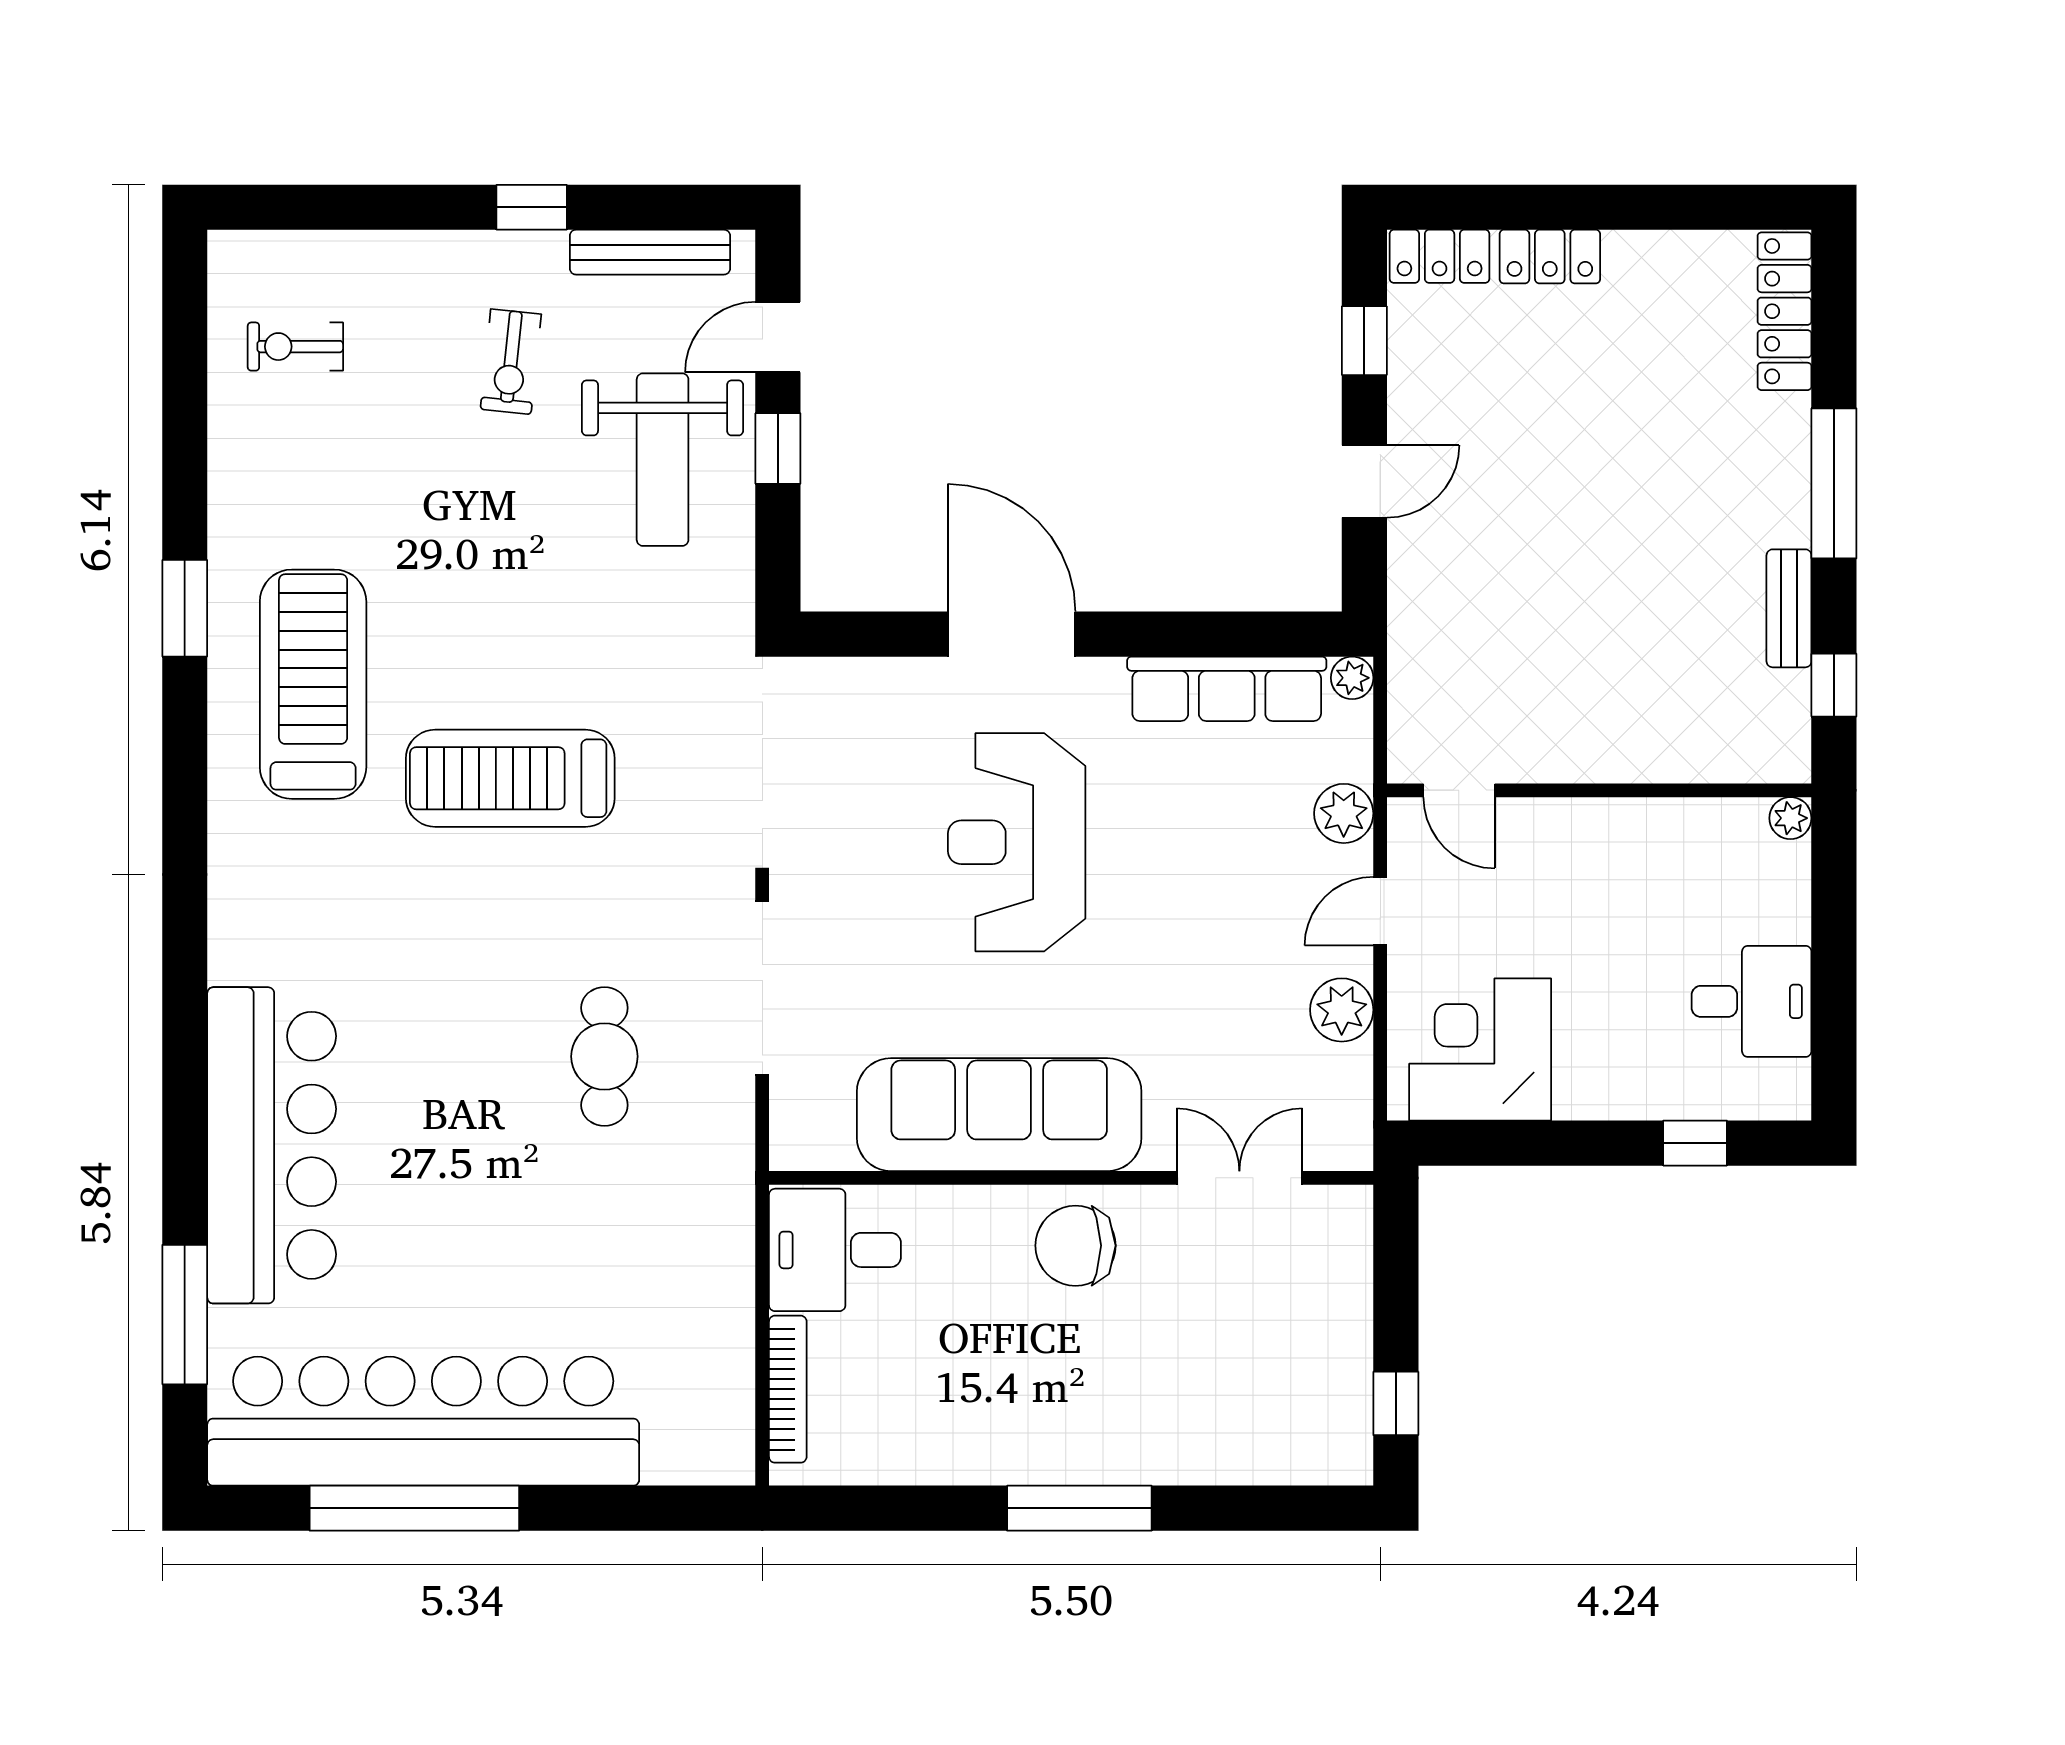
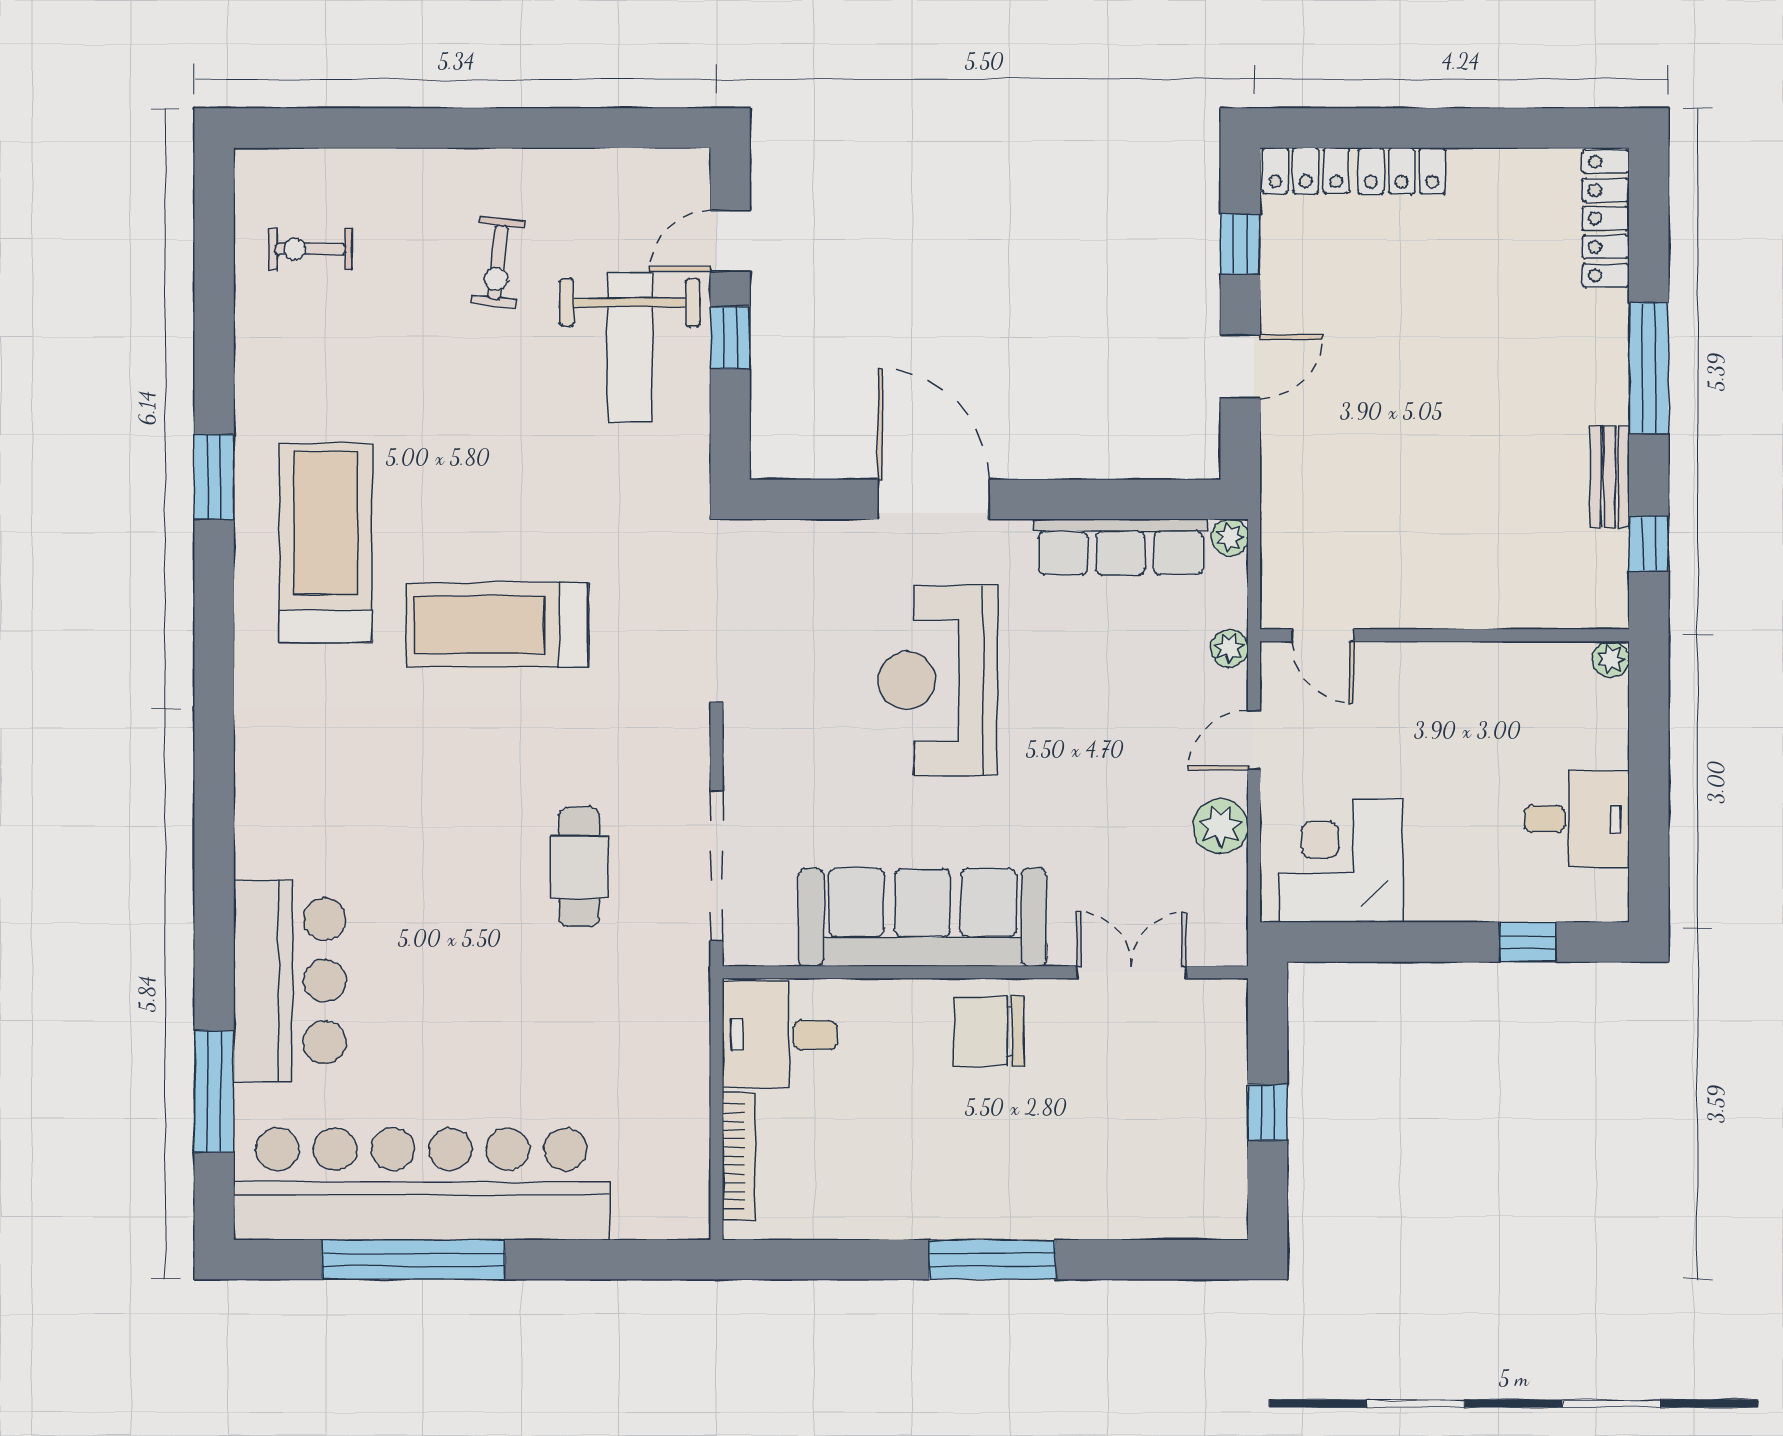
window: (532, 207) -> (516, 128), removed
bench: (650, 252) -> (619, 167), removed
plant: (1344, 813) -> (1229, 648), width x0.73, depth x0.73
doorway: (762, 988) -> (716, 866), moved
bar counter: (272, 1145) -> (290, 981), width x0.73
window: (1396, 1403) -> (1268, 1113), moved

